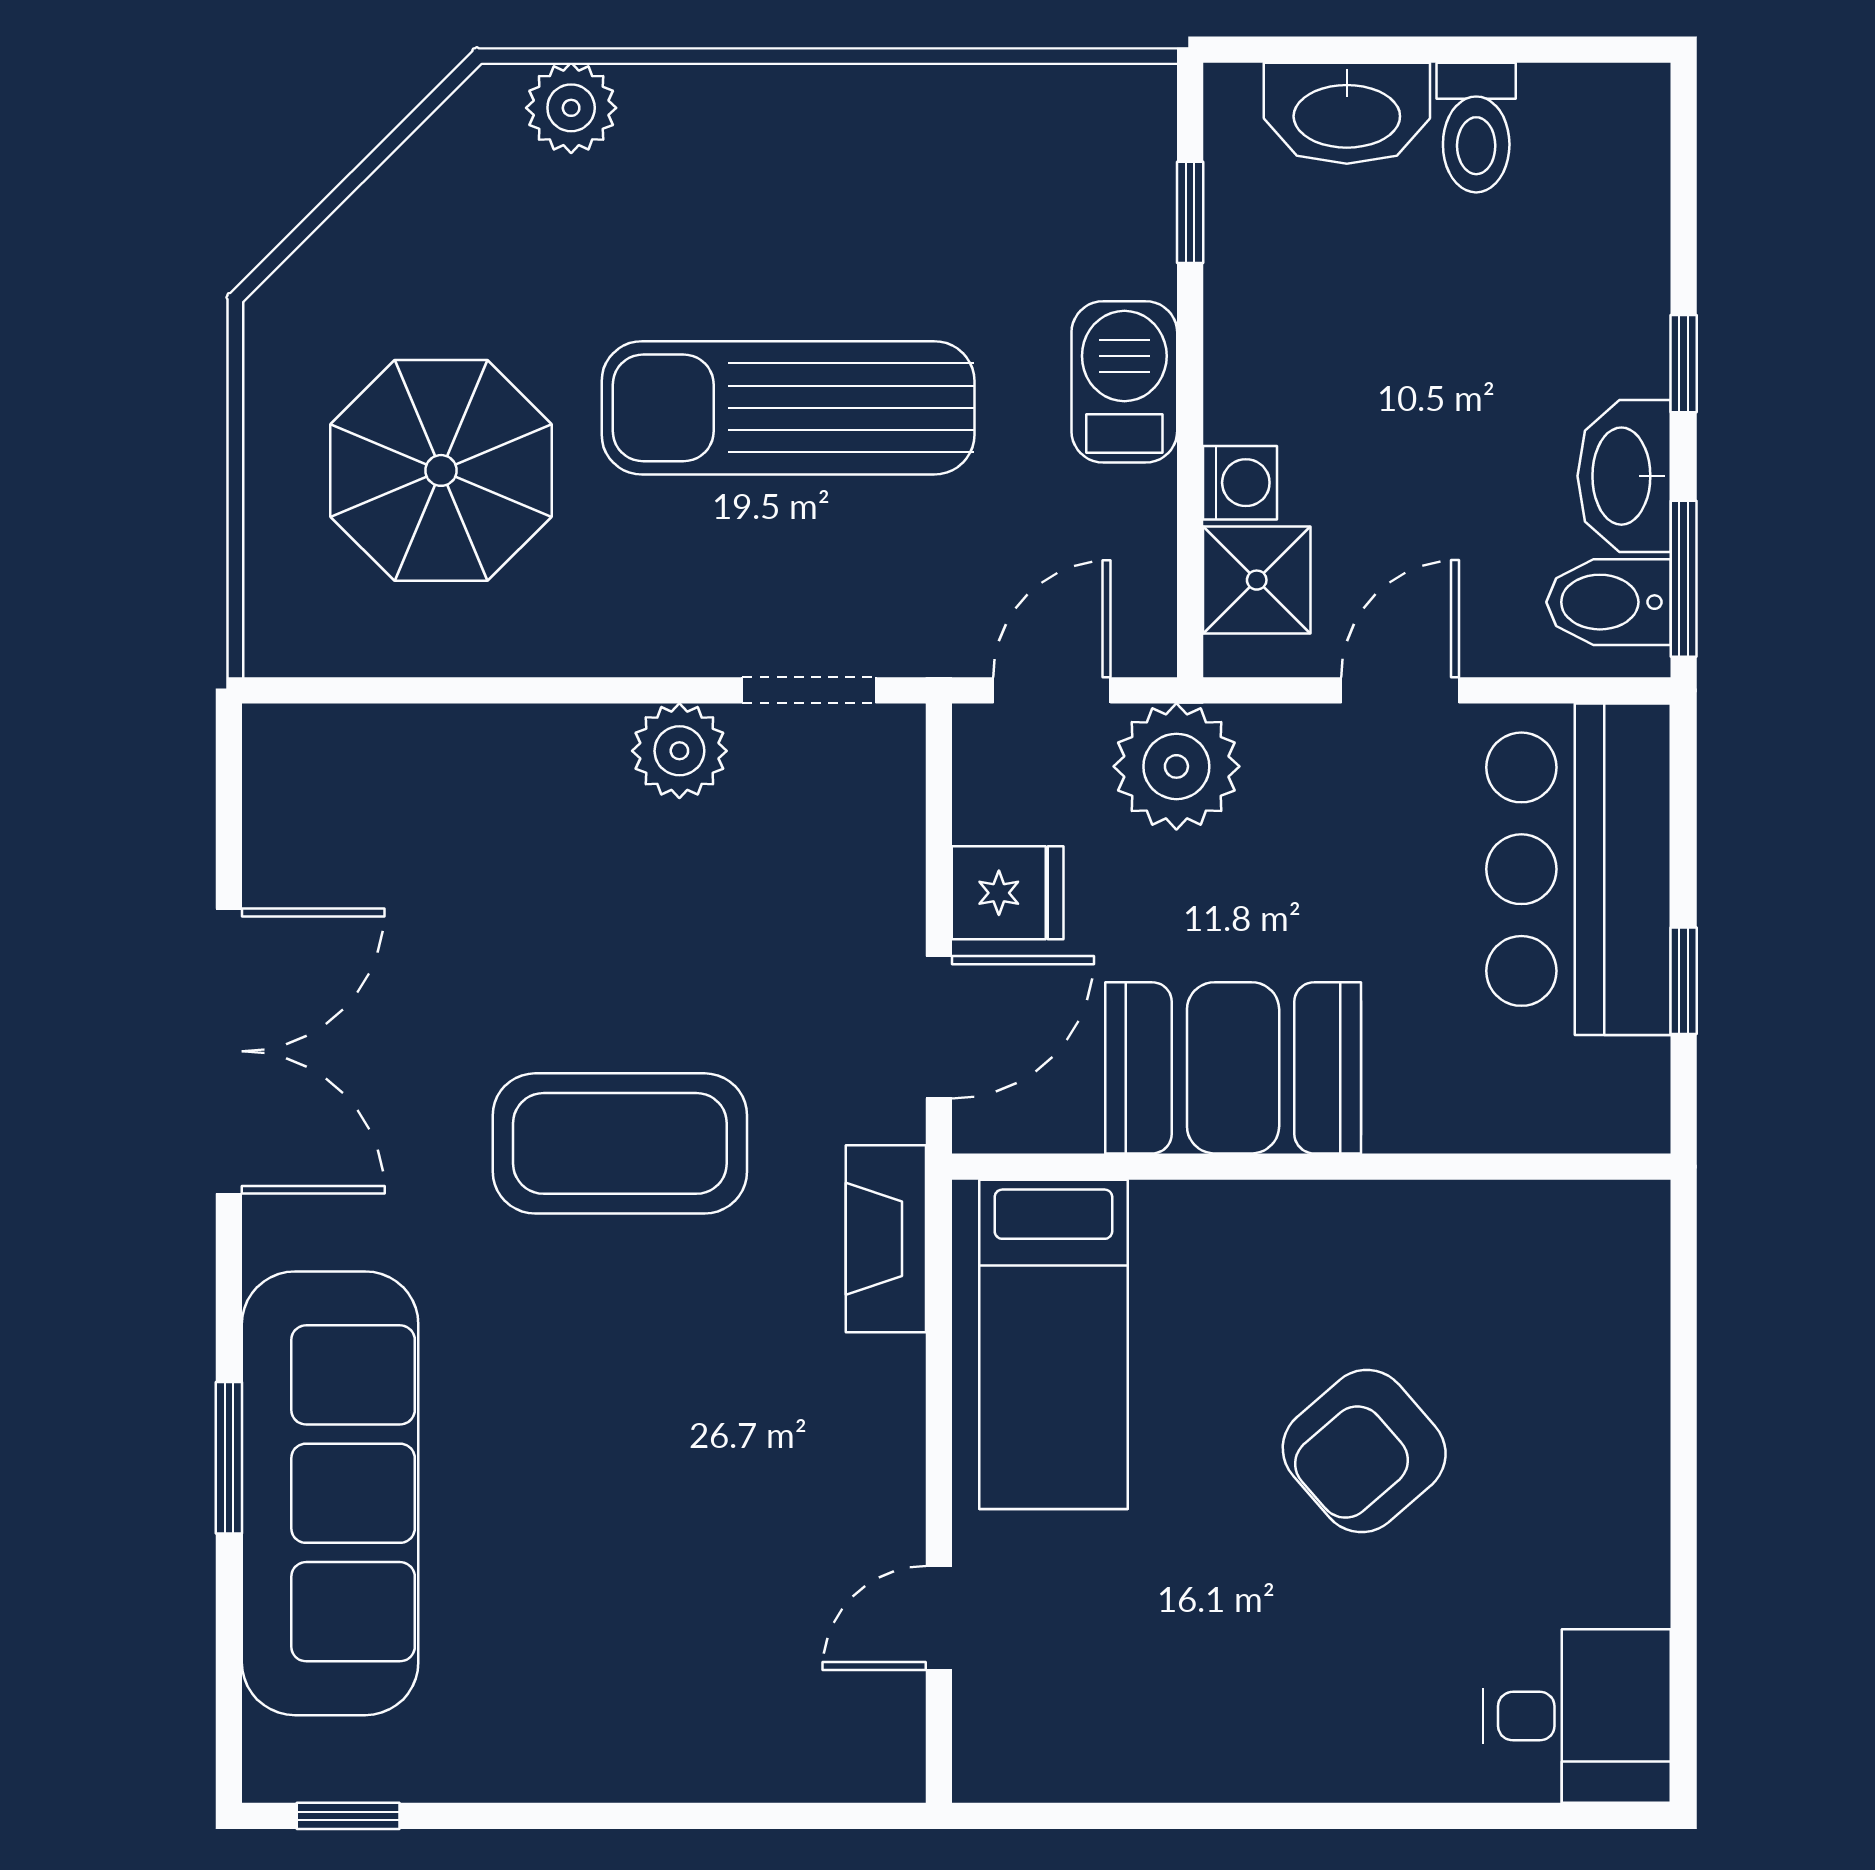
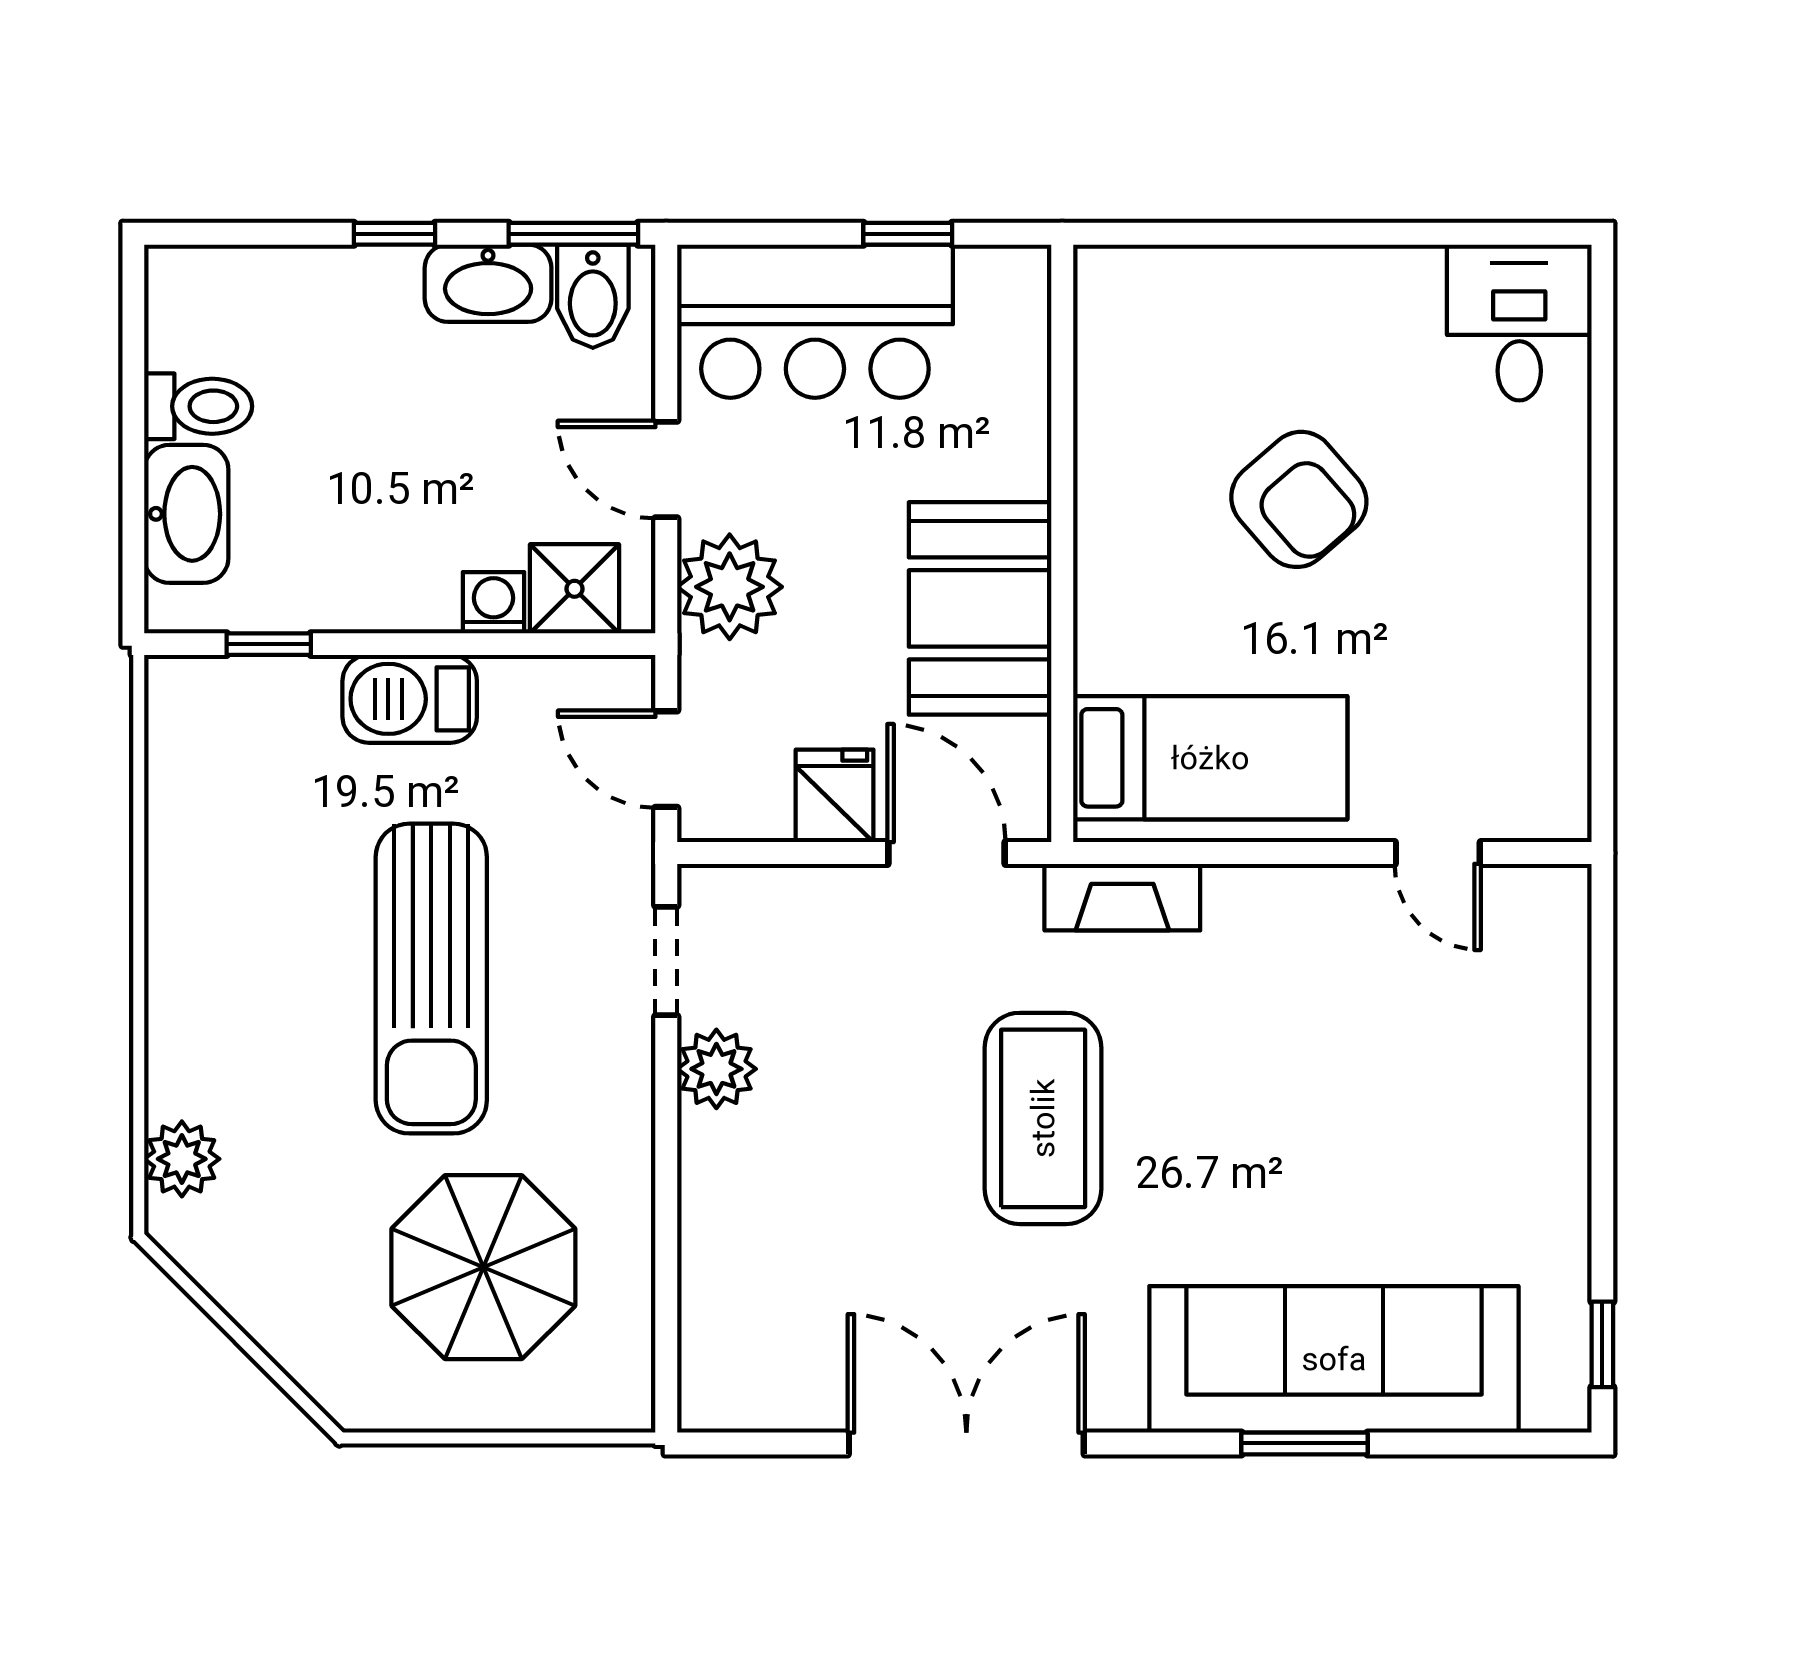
plant: (1176, 766) -> (730, 587), moved

